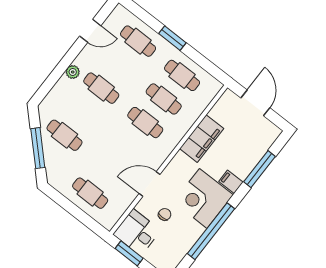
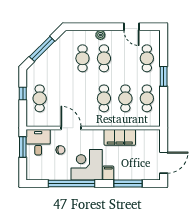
door: (255, 103) -> (164, 163), moved
cafe table: (65, 135) -> (82, 58), moved
window: (70, 207) -> (23, 93), added

